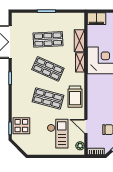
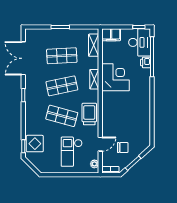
shelving: (79, 41) -> (94, 45), moved
shop shelf: (48, 69) -> (62, 86), turned -36
trolley: (75, 97) -> (89, 114), turned 180
door: (86, 126) -> (100, 144), swing flipped
checkout: (58, 134) -> (72, 152), turned 180

